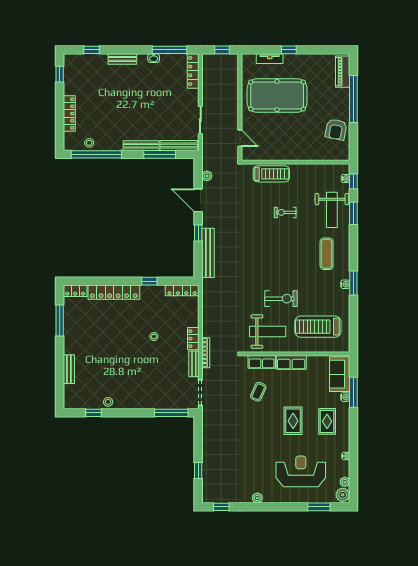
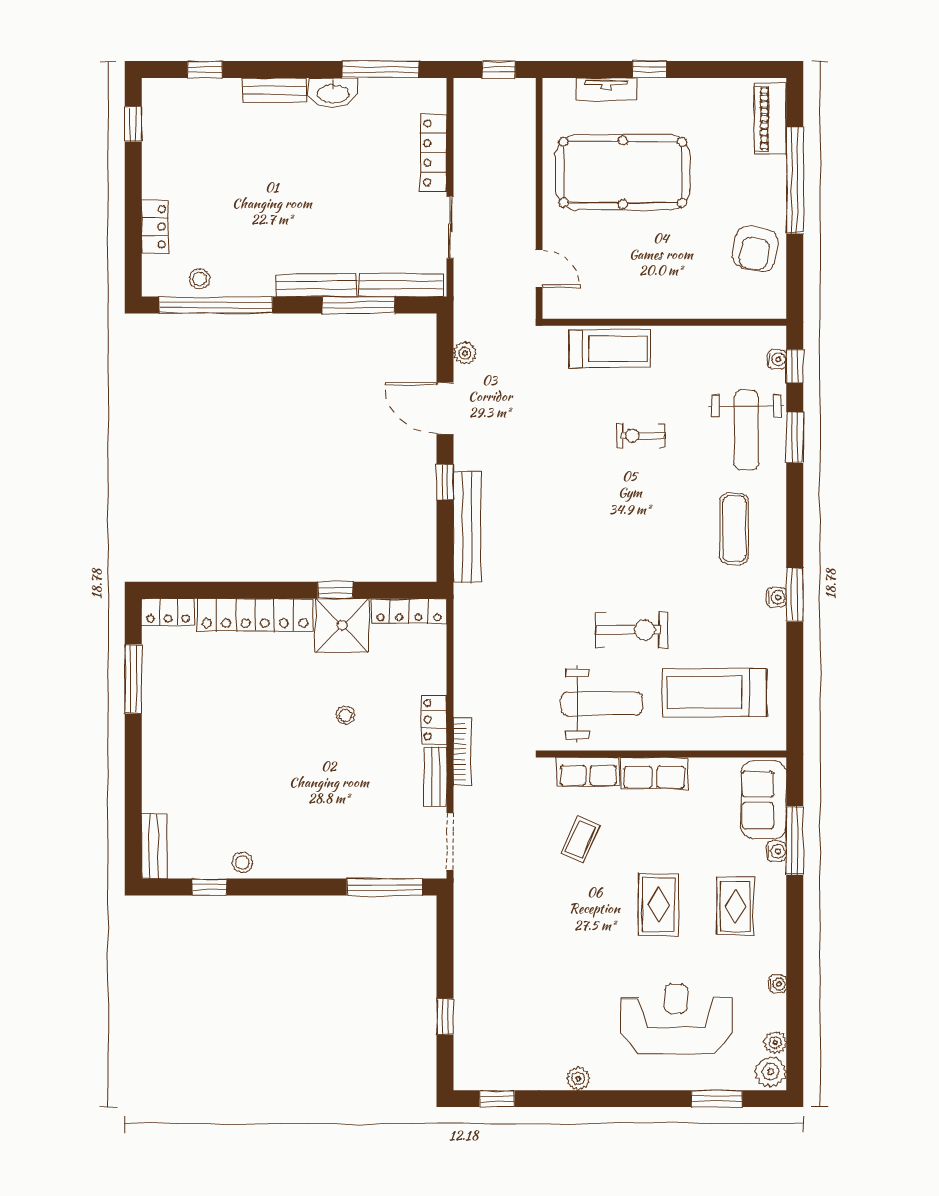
washbasin: (154, 58) -> (333, 93), width x1.91, depth x1.45
locker: (193, 71) -> (434, 153), moved
locker: (69, 114) -> (155, 227), width x0.66
shower: (152, 297) -> (342, 625), added
bench: (69, 369) -> (154, 846), moved

